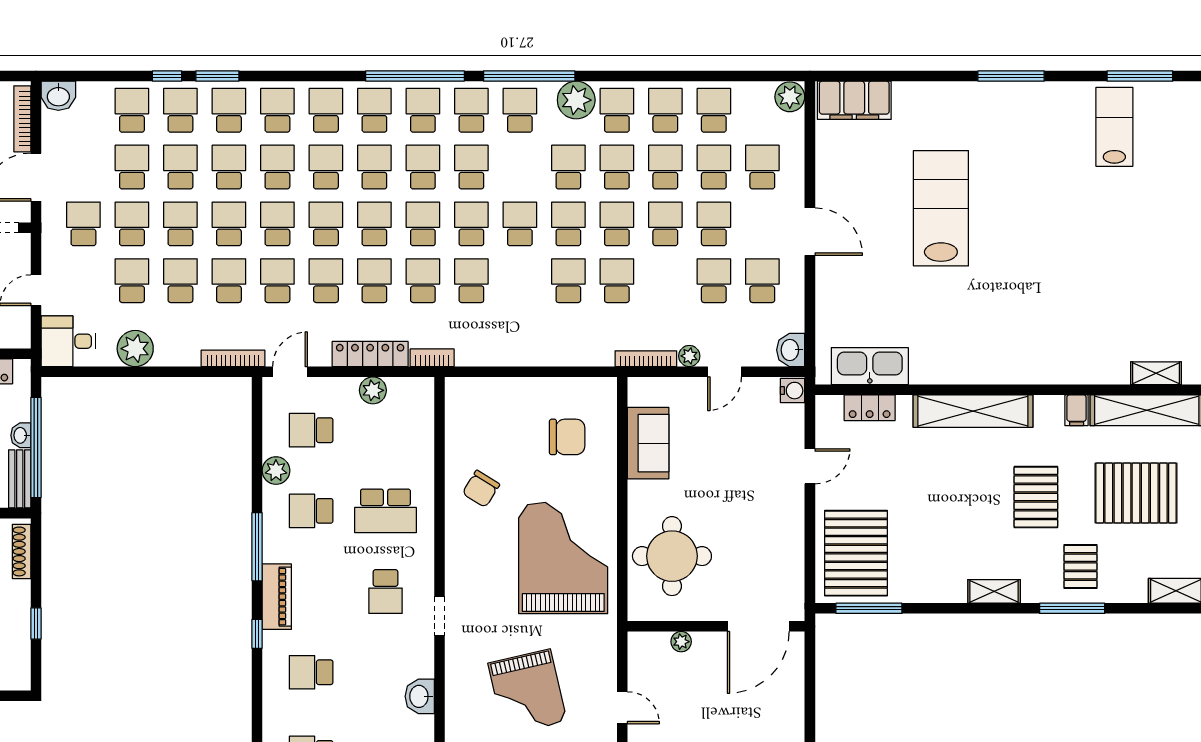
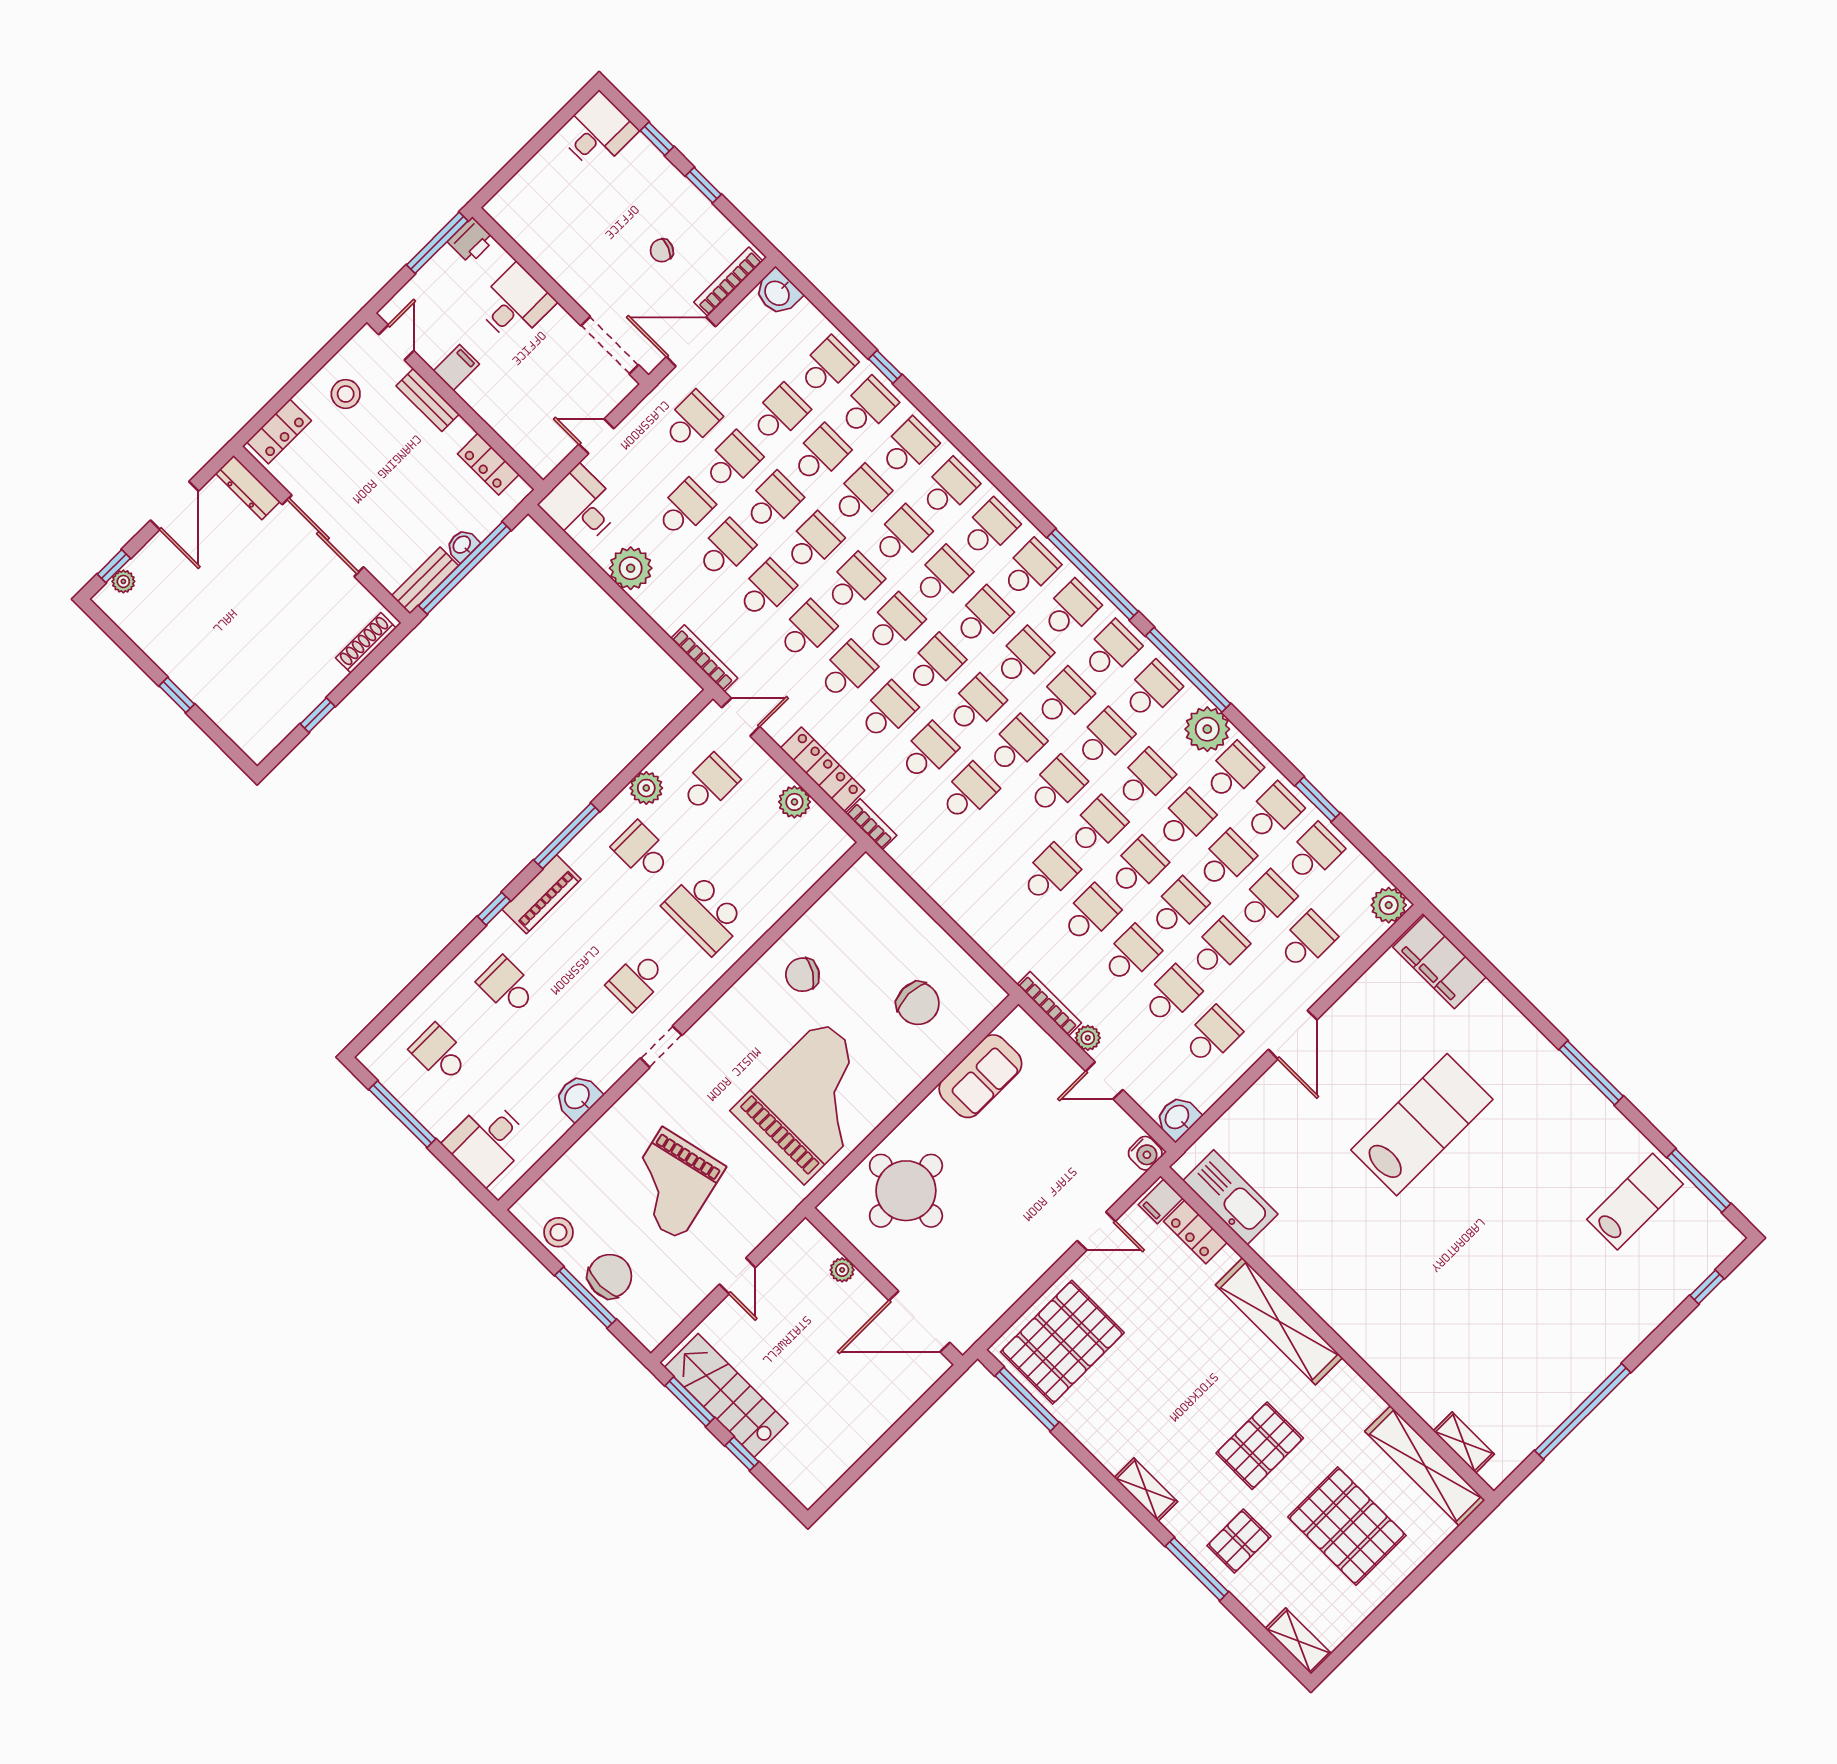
window: (217, 76) -> (1318, 799), moved
school desk: (520, 167) -> (1104, 738), added
school desk: (665, 281) -> (1131, 955), added
filing cabinet: (1077, 410) -> (1161, 1201), moved
school desk: (311, 430) -> (709, 784), turned 90

